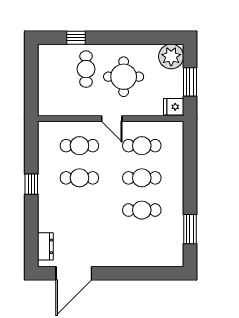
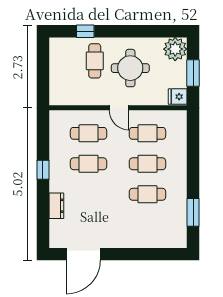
dresser: (45, 246) -> (56, 206), moved

